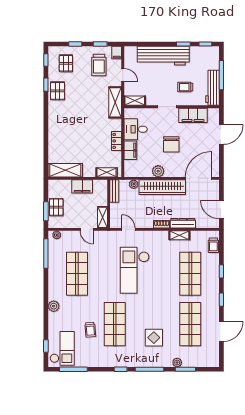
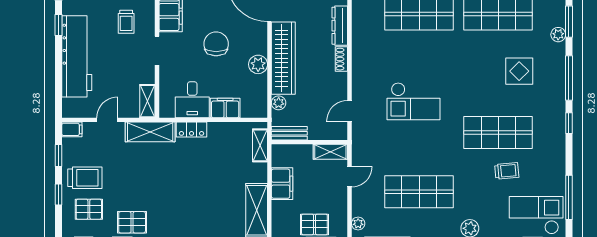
trolley: (99, 65) -> (85, 178), moved
locker: (117, 141) -> (191, 130), moved
chair: (171, 144) -> (216, 44), turned -90
shelving: (179, 235) -> (359, 31), removed
checkout: (135, 270) -> (413, 101), width x0.73, depth x0.83

